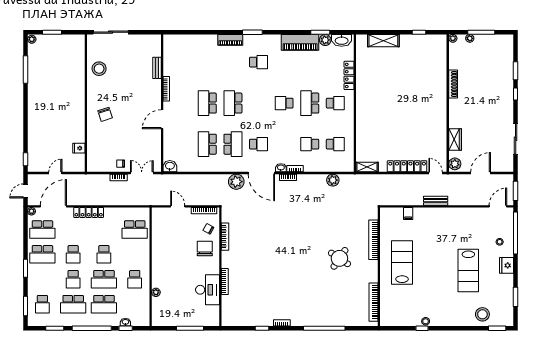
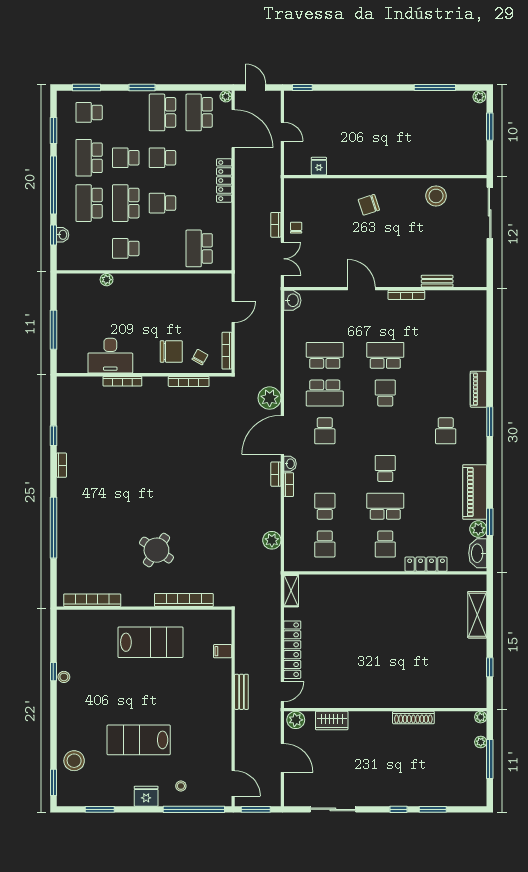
school desk: (233, 103) -> (385, 393), width x0.54

